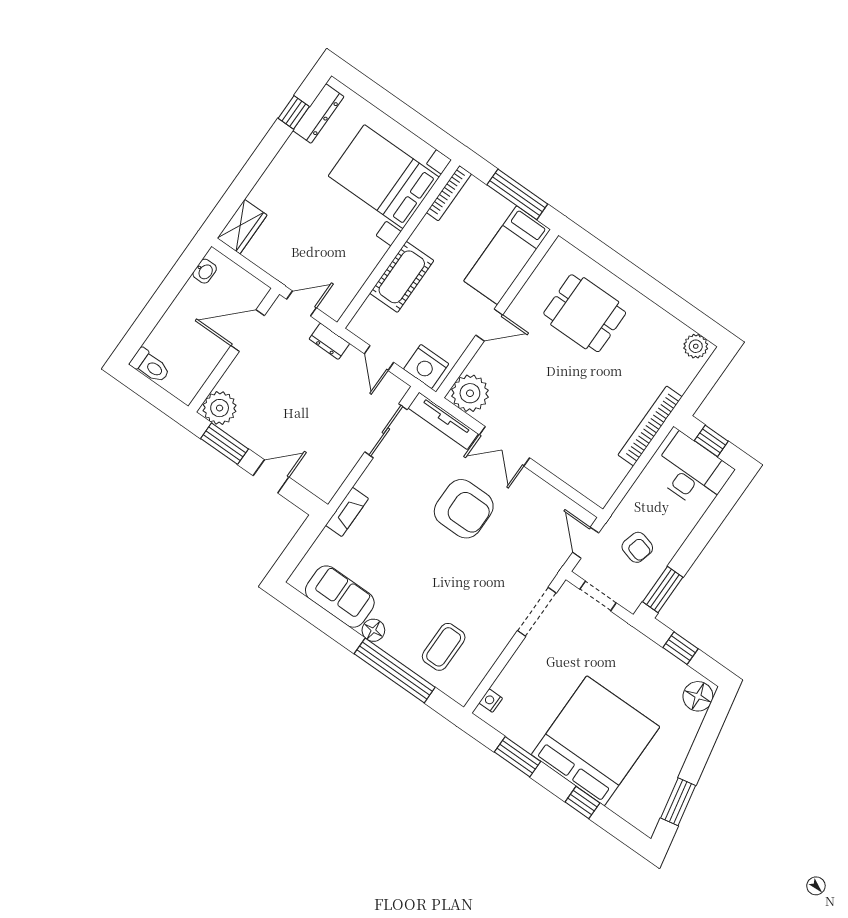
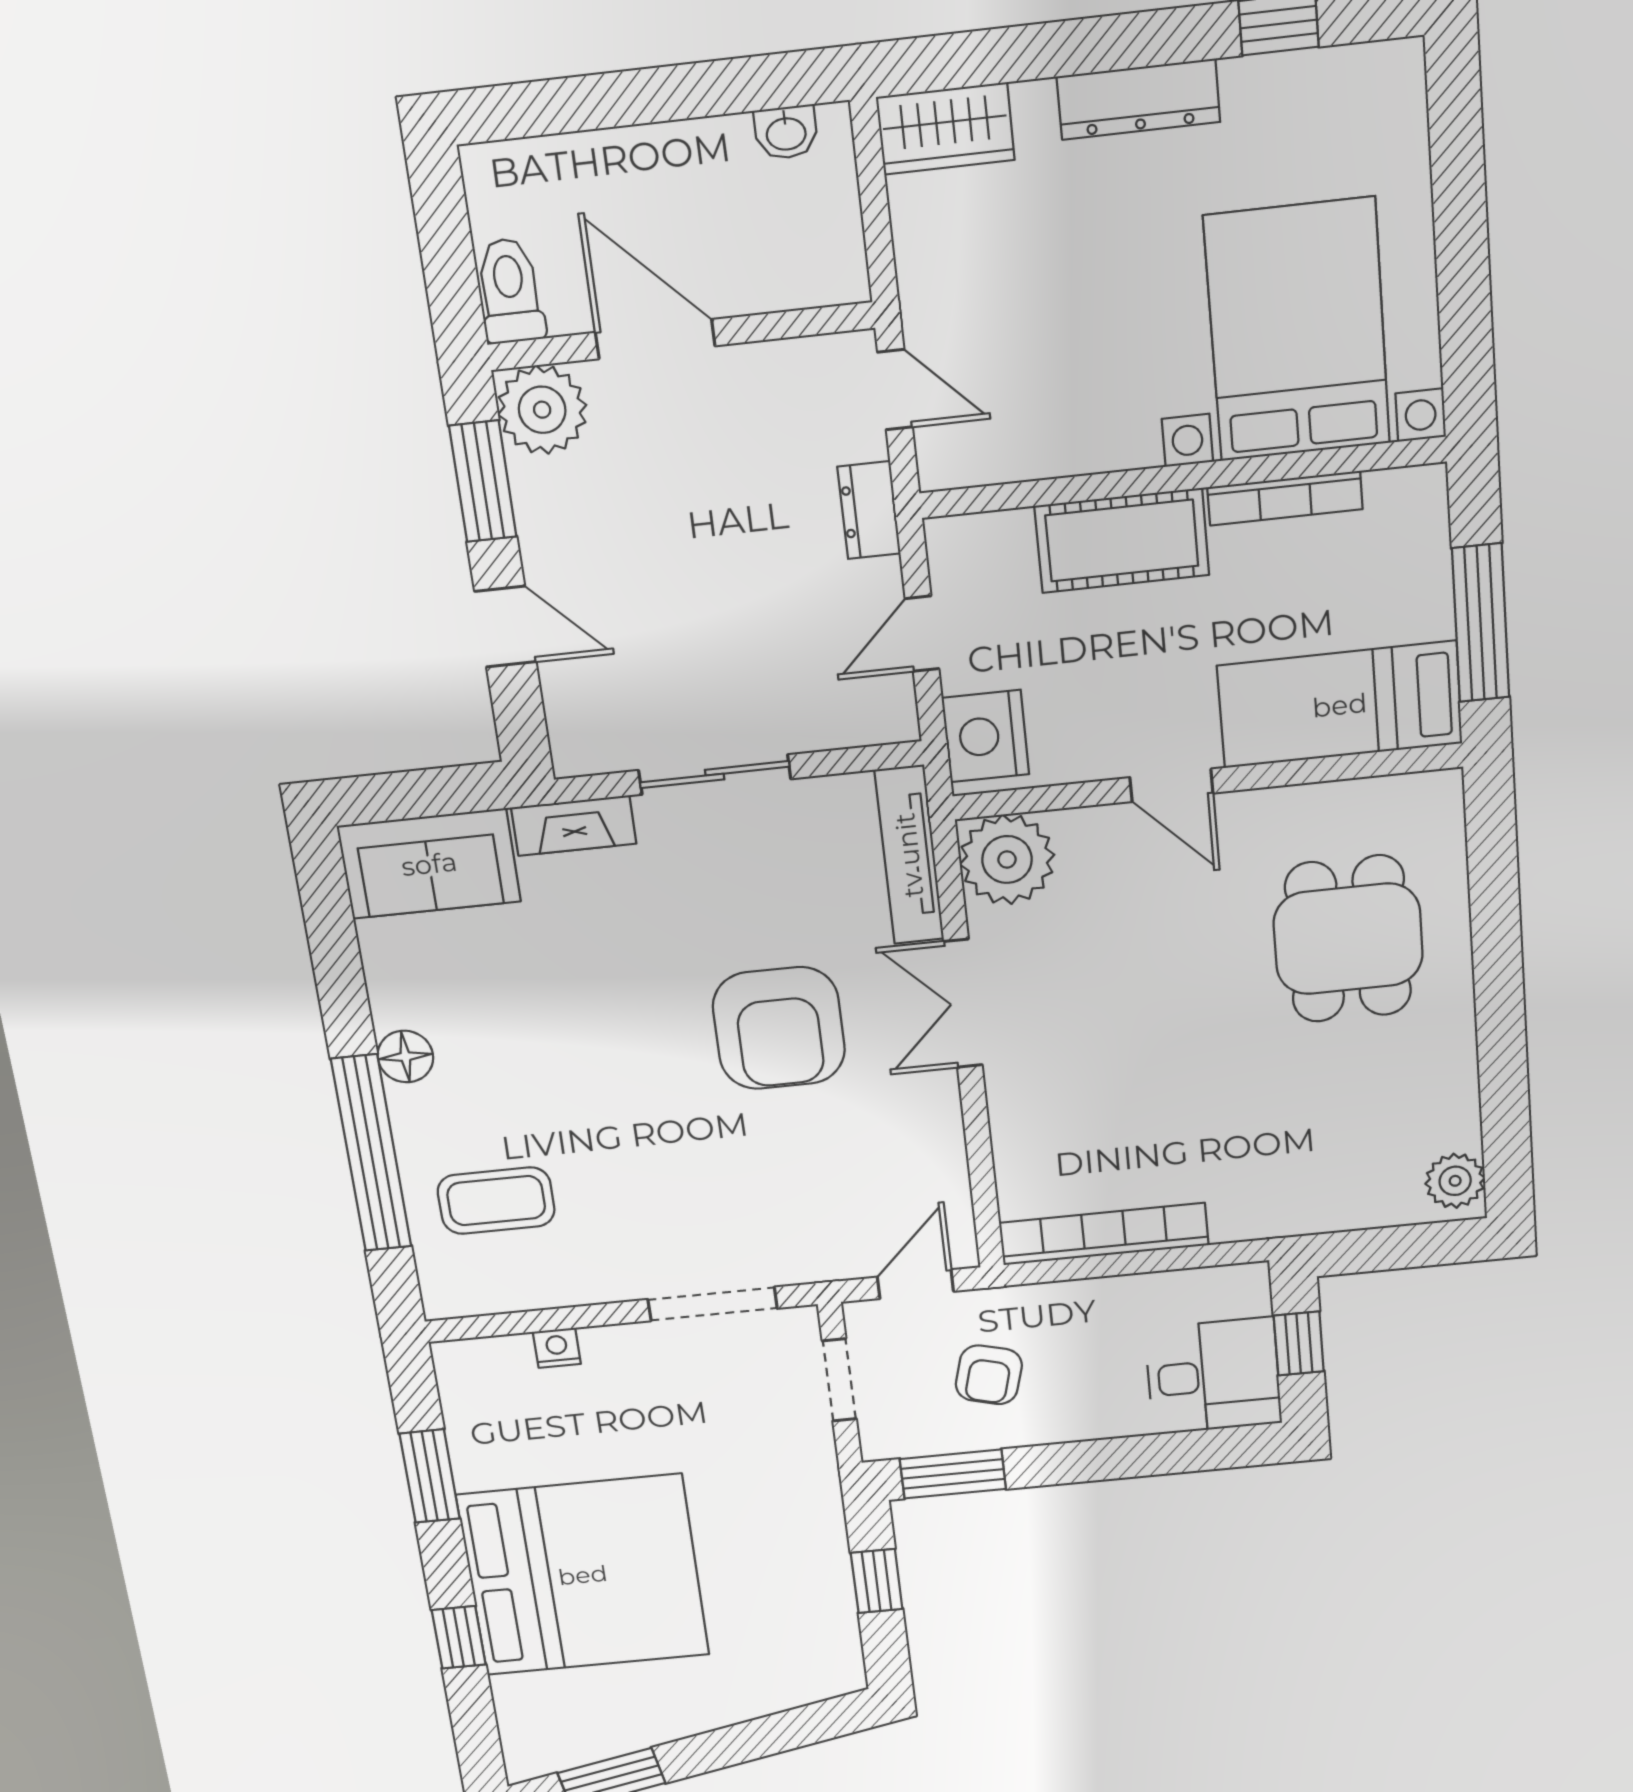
dresser: (318, 114) -> (1138, 99), moved
bookcase: (449, 193) -> (1285, 498), moved
door: (248, 331) -> (655, 339), moved
toilet: (150, 366) -> (510, 291), moved, turned 180
bookcase: (650, 426) -> (1104, 1234), moved
sliding door: (386, 431) -> (715, 775), moved
desk: (692, 472) -> (1213, 1376), width x0.73
sofa: (340, 597) -> (429, 864), moved, turned 90
floor lamp: (698, 696) -> (820, 1671), removed
nightstand: (491, 701) -> (557, 1348), moved

